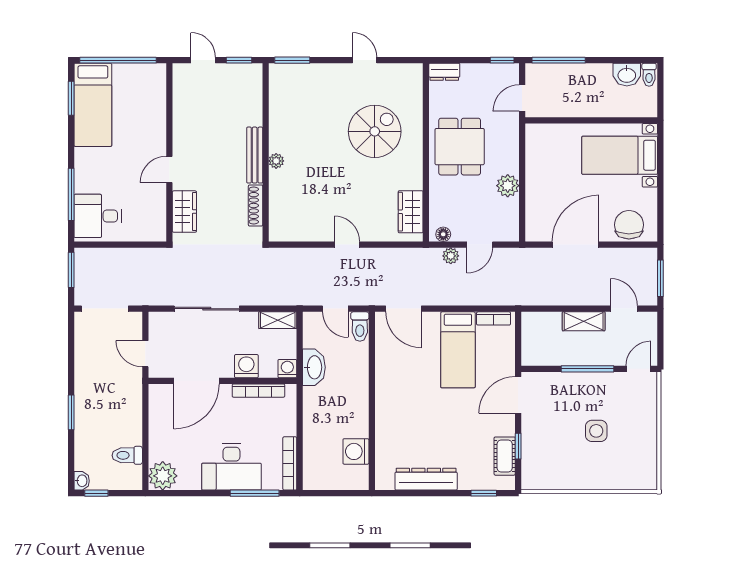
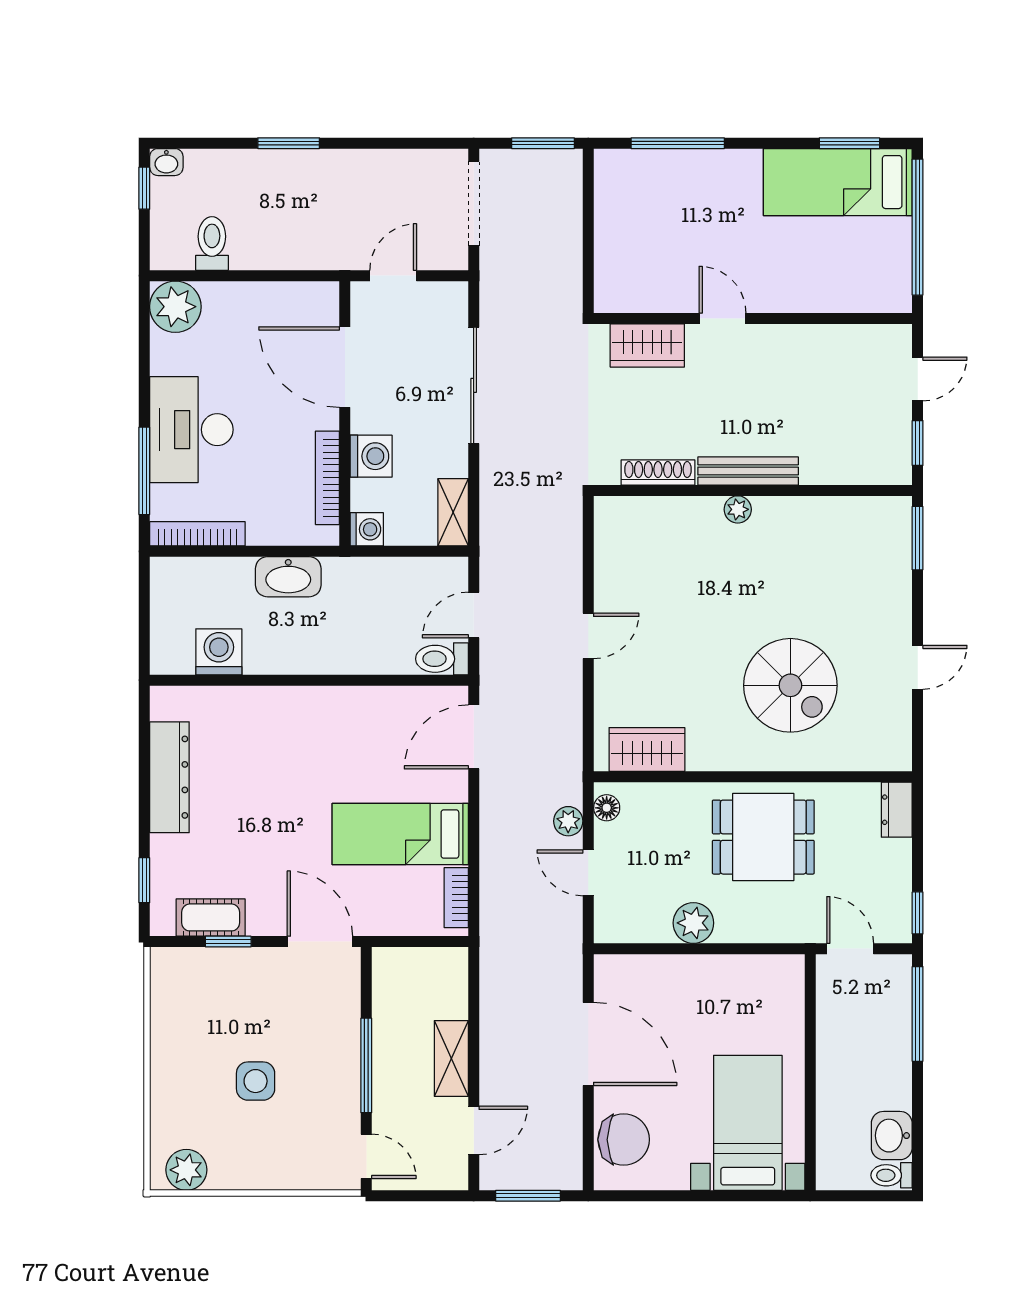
desk: (98, 216) -> (639, 190), removed
washbasin: (314, 367) -> (288, 577), moved
plant: (646, 470) -> (186, 1170), added

